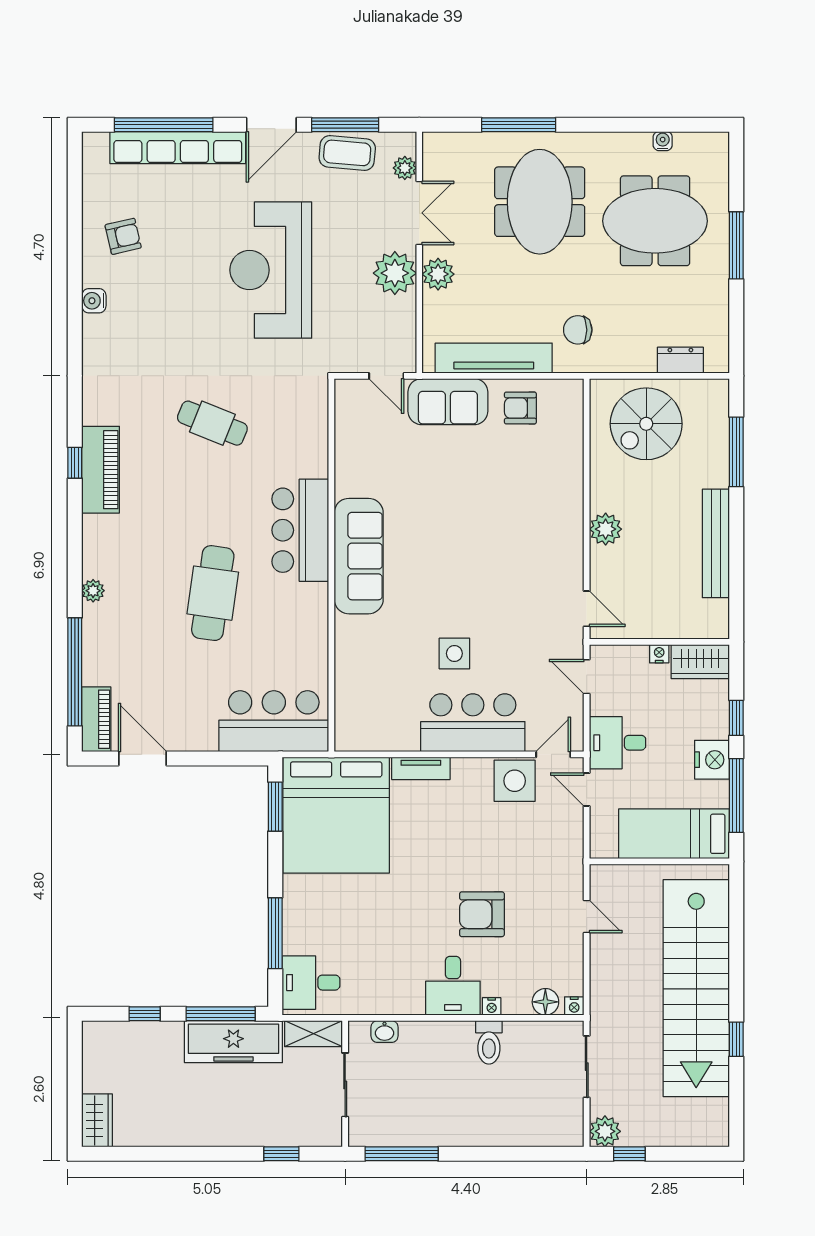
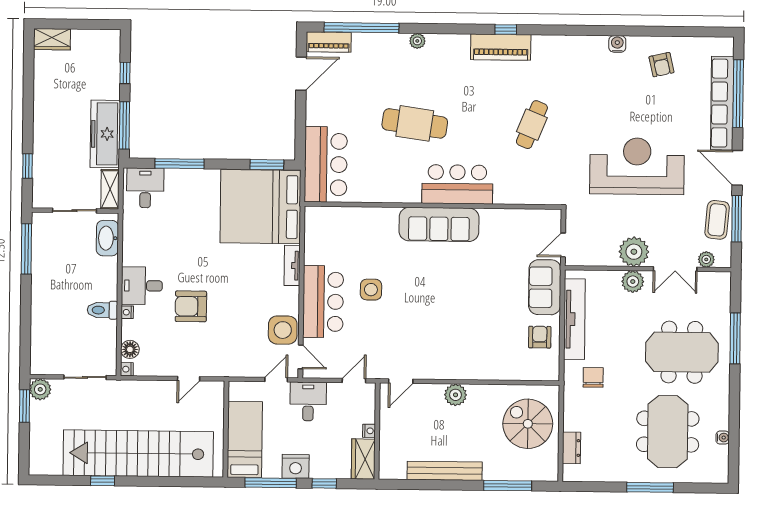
armchair: (482, 914) -> (191, 306), turned -90
washbasin: (385, 1032) -> (107, 238), width x1.91, depth x1.45
window: (629, 1154) -> (24, 406), width x1.50

